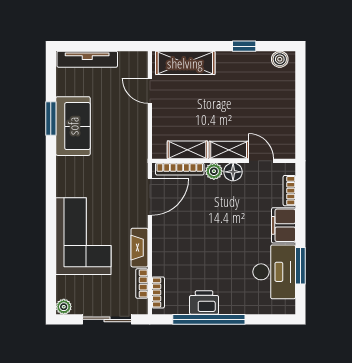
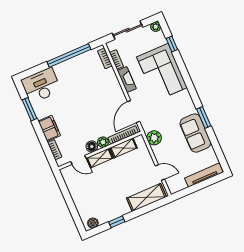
window: (51, 118) -> (204, 118), moved
plant: (136, 145) -> (154, 138), added
window: (51, 271) -> (172, 44), added
desk: (274, 272) -> (41, 85), moved, turned 90
printer: (204, 303) -> (76, 64), removed

